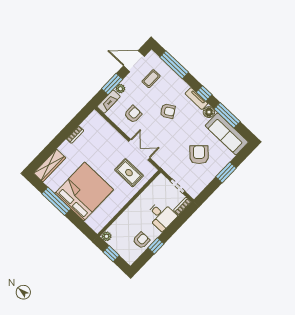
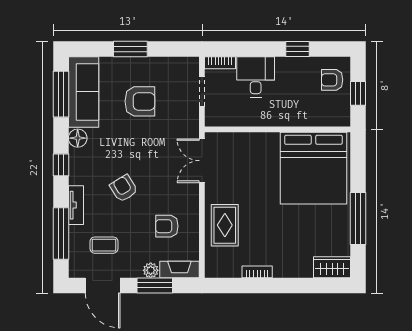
tv unit: (196, 99) -> (76, 205), moved
window: (227, 115) -> (61, 94), moved
double door: (139, 150) -> (202, 161), moved
armchair: (199, 155) -> (140, 101), turned -136
wardrobe: (50, 165) -> (332, 267), width x0.67
rug: (129, 173) -> (225, 225), moved
bed: (84, 191) -> (313, 168), moved, turned -90
plant: (107, 236) -> (342, 119), removed
armchair: (141, 240) -> (332, 80), moved

